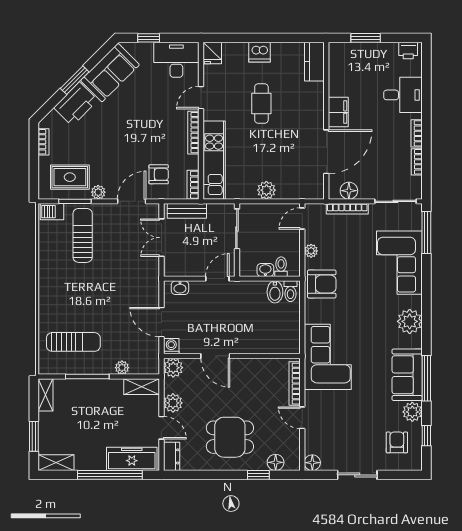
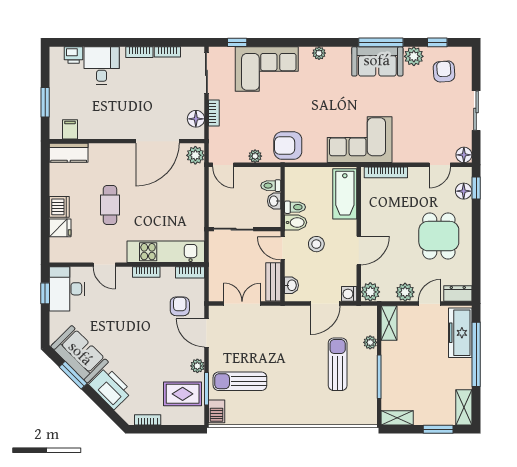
window: (149, 38) -> (45, 293), moved
printer: (408, 51) -> (74, 55), moved, turned 90
fridge: (212, 53) -> (60, 228), moved
window: (75, 80) -> (73, 375), moved
cafe table: (261, 103) -> (110, 205), turned 90
filing cabinet: (338, 112) -> (70, 129), moved, width x0.50
bookcase: (193, 133) -> (146, 272), width x0.64
door: (326, 152) -> (157, 141), swing flipped
rug: (70, 177) -> (183, 394), turned 90
plant: (266, 190) -> (195, 155), moved
bookcase: (347, 209) -> (214, 113), width x0.64
bench: (187, 211) -> (273, 282), moved
window: (426, 233) -> (237, 42), width x0.46
double door: (161, 238) -> (242, 304), swing flipped
armchair: (322, 284) -> (288, 146), turned -90
toilet: (290, 291) -> (295, 207), moved
bidet: (275, 292) -> (296, 222), moved
stool: (222, 313) -> (316, 244), added
plant: (410, 321) -> (319, 53), width x0.53, depth x0.53
sun lounger: (73, 342) -> (338, 364), moved
bathtub: (273, 342) -> (345, 194), added
door: (302, 418) -> (440, 165), moved
armchair: (397, 442) -> (444, 71), turned 86
window: (258, 475) -> (476, 188), moved

